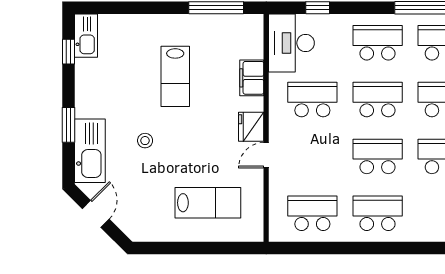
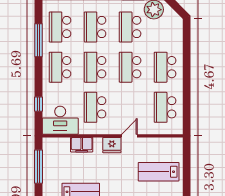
door: (266, 155) -> (129, 136), swing flipped
lab bench: (208, 203) -> (159, 172), turned -90

